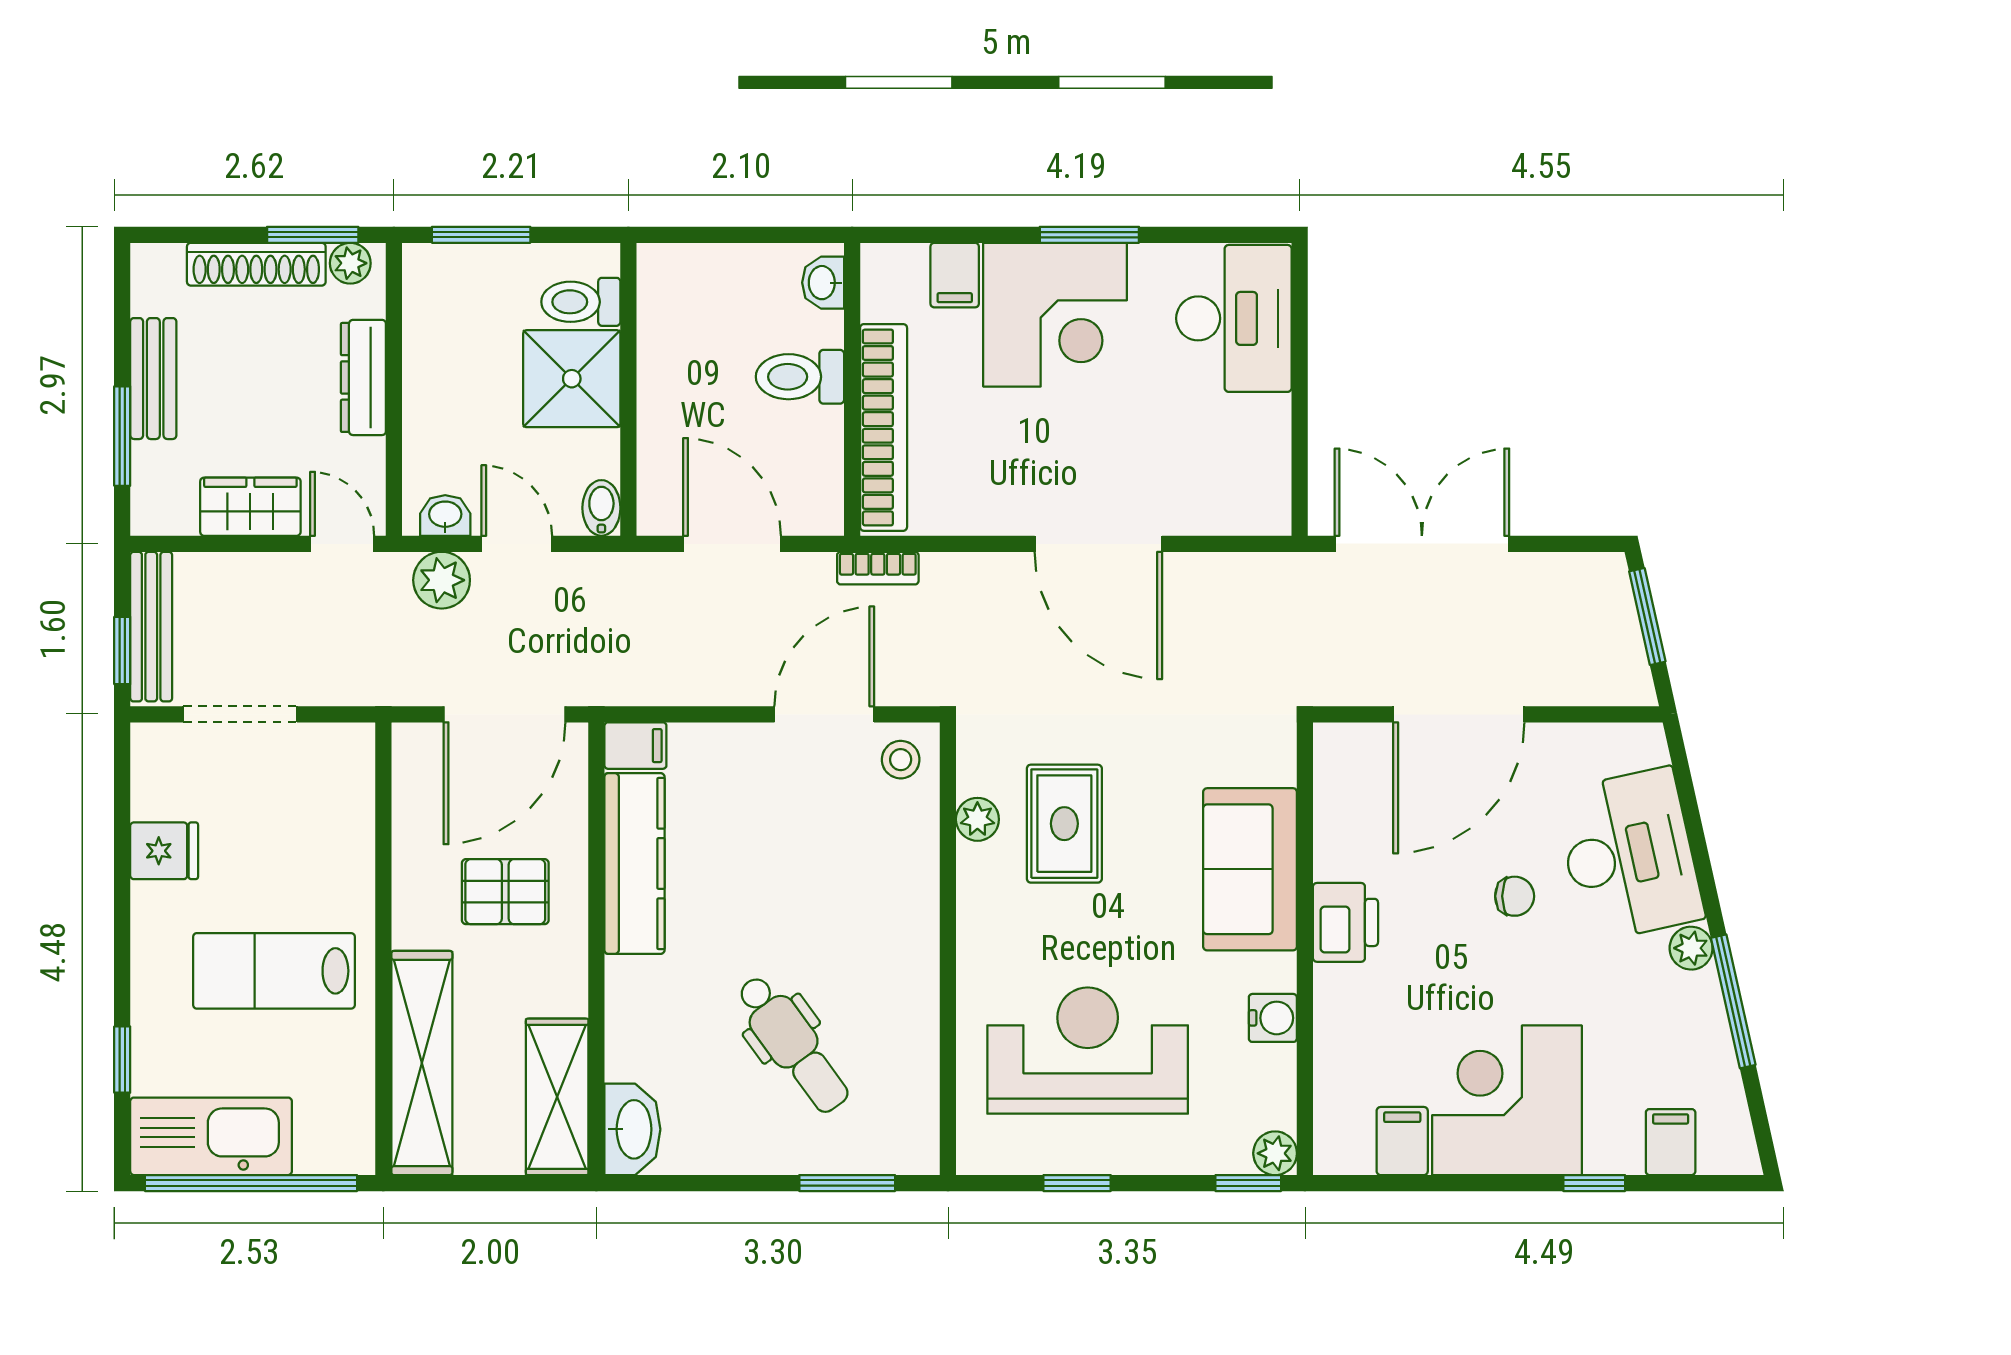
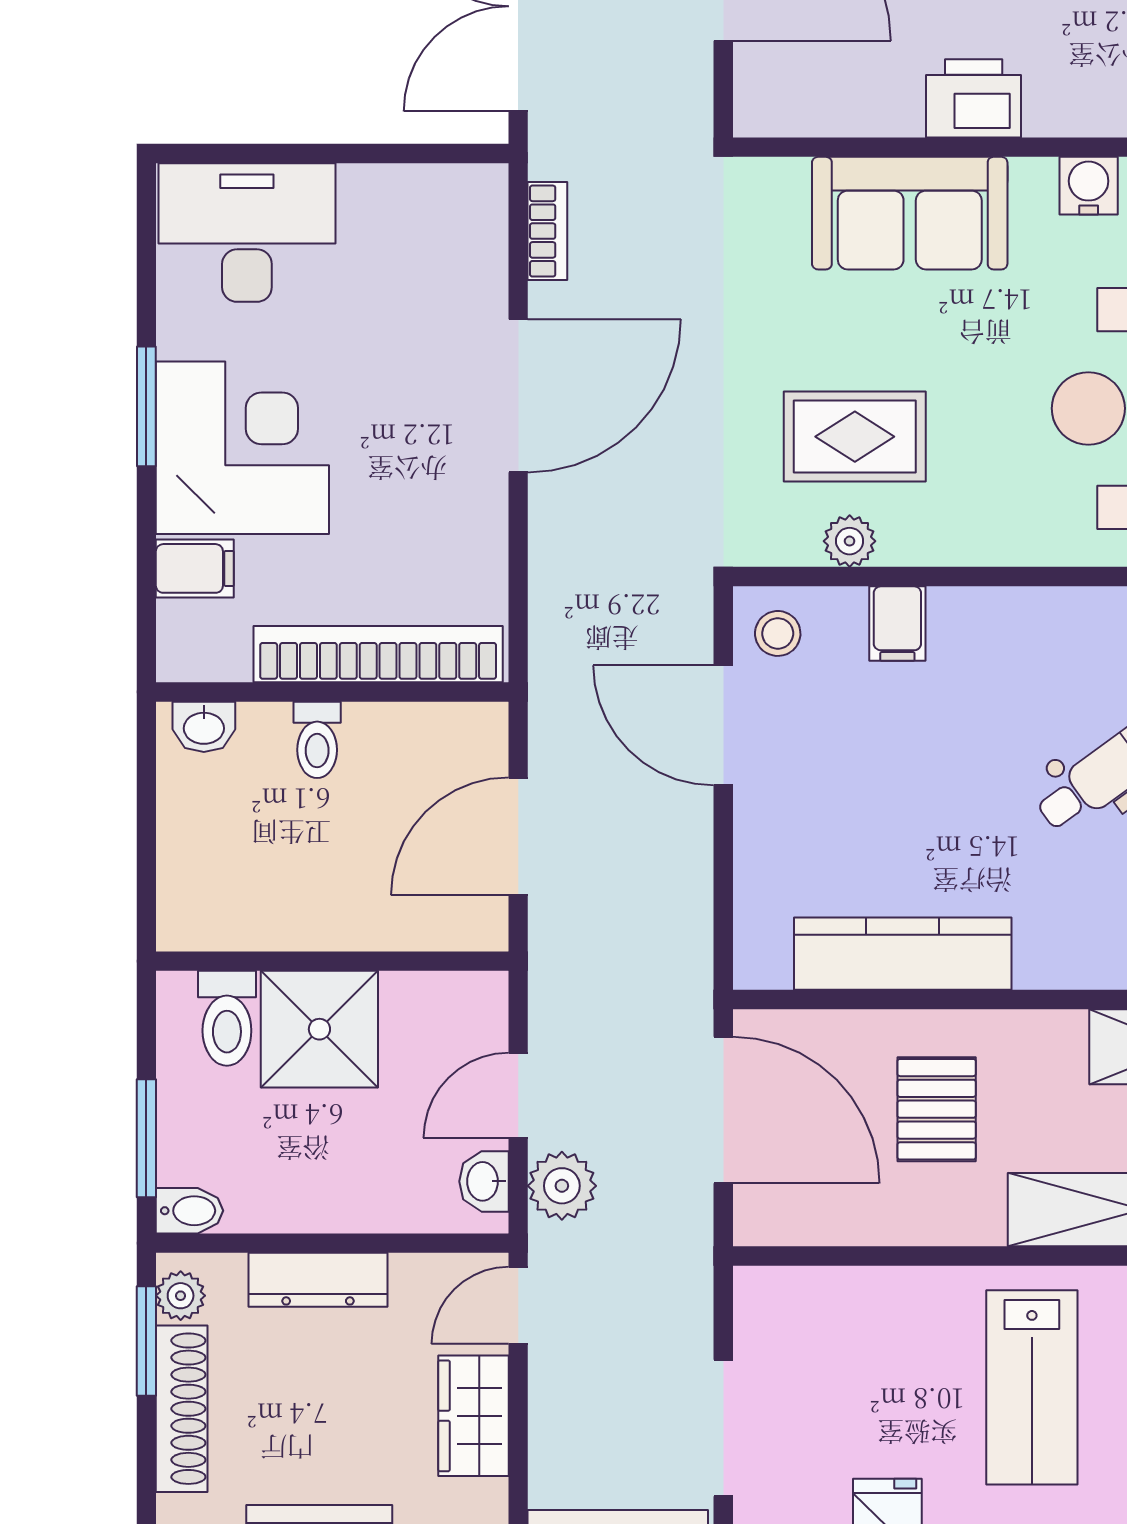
toilet: (800, 377) -> (317, 740), width x0.73, depth x0.72
bidet: (601, 508) -> (190, 1211), moved, turned 180
bookcase: (878, 568) -> (547, 231), moved
filing cabinet: (635, 746) -> (897, 624), moved, turned 180

